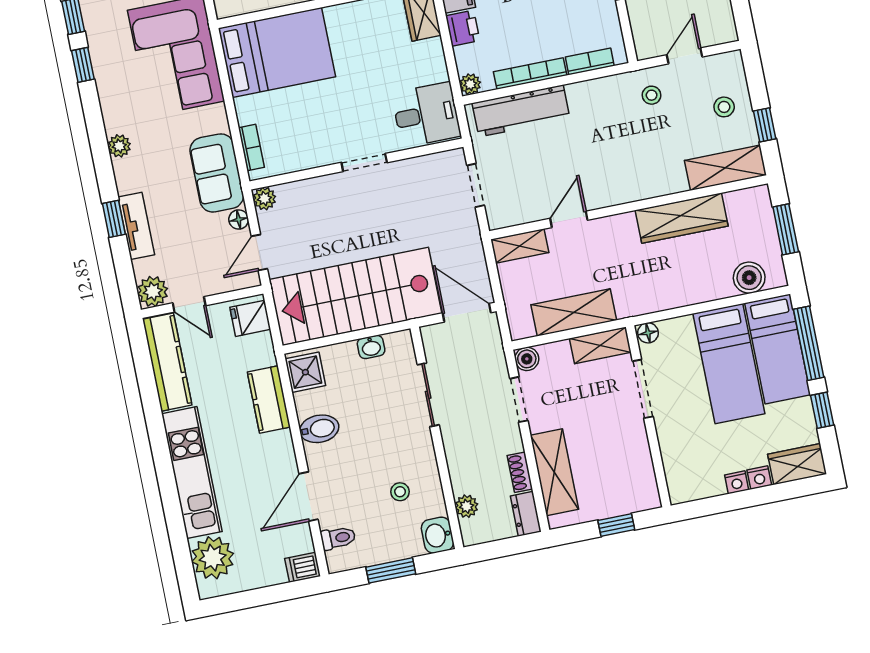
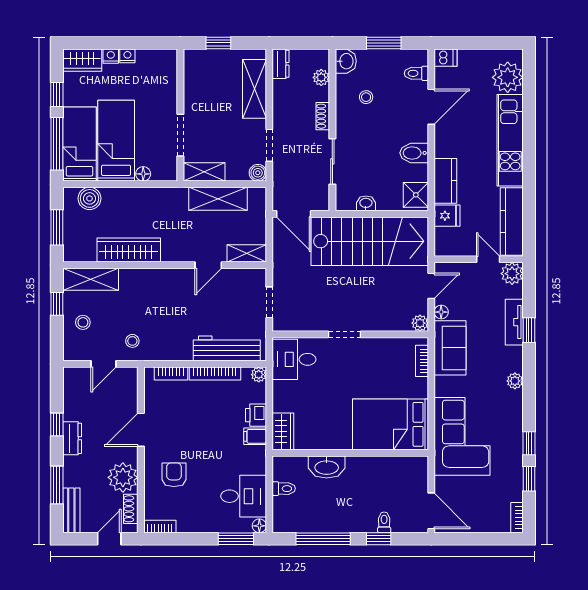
fridge: (250, 318) -> (447, 216), moved
floor lamp: (648, 333) -> (143, 174), moved
shoe rack: (520, 472) -> (323, 116), moved, turned 180

